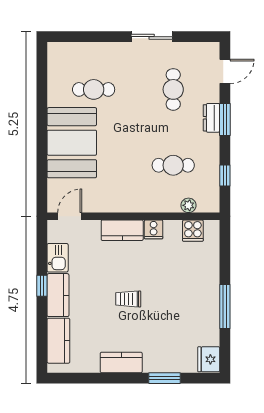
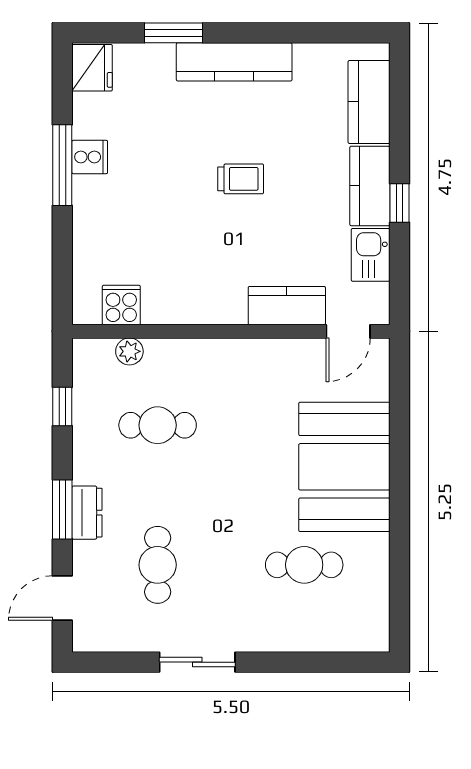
cooker: (154, 229) -> (90, 157), moved, turned 90
kitchen counter: (122, 230) -> (287, 306), moved
kitchen counter: (121, 362) -> (234, 62), width x1.50

